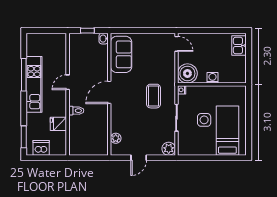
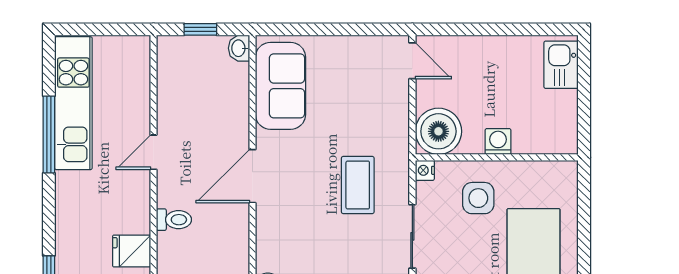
kitchen unit: (34, 84) -> (73, 103), moved
side table: (204, 120) -> (478, 198), moved

